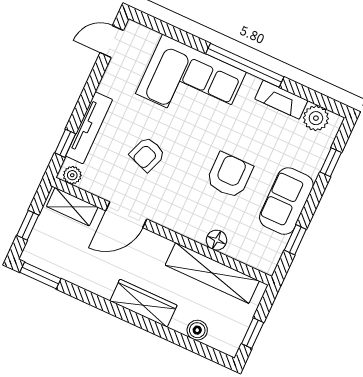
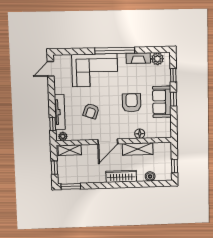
door: (126, 215) -> (108, 142), moved
window: (295, 240) -> (174, 99), moved
shelving: (212, 273) -> (138, 149), width x0.68

